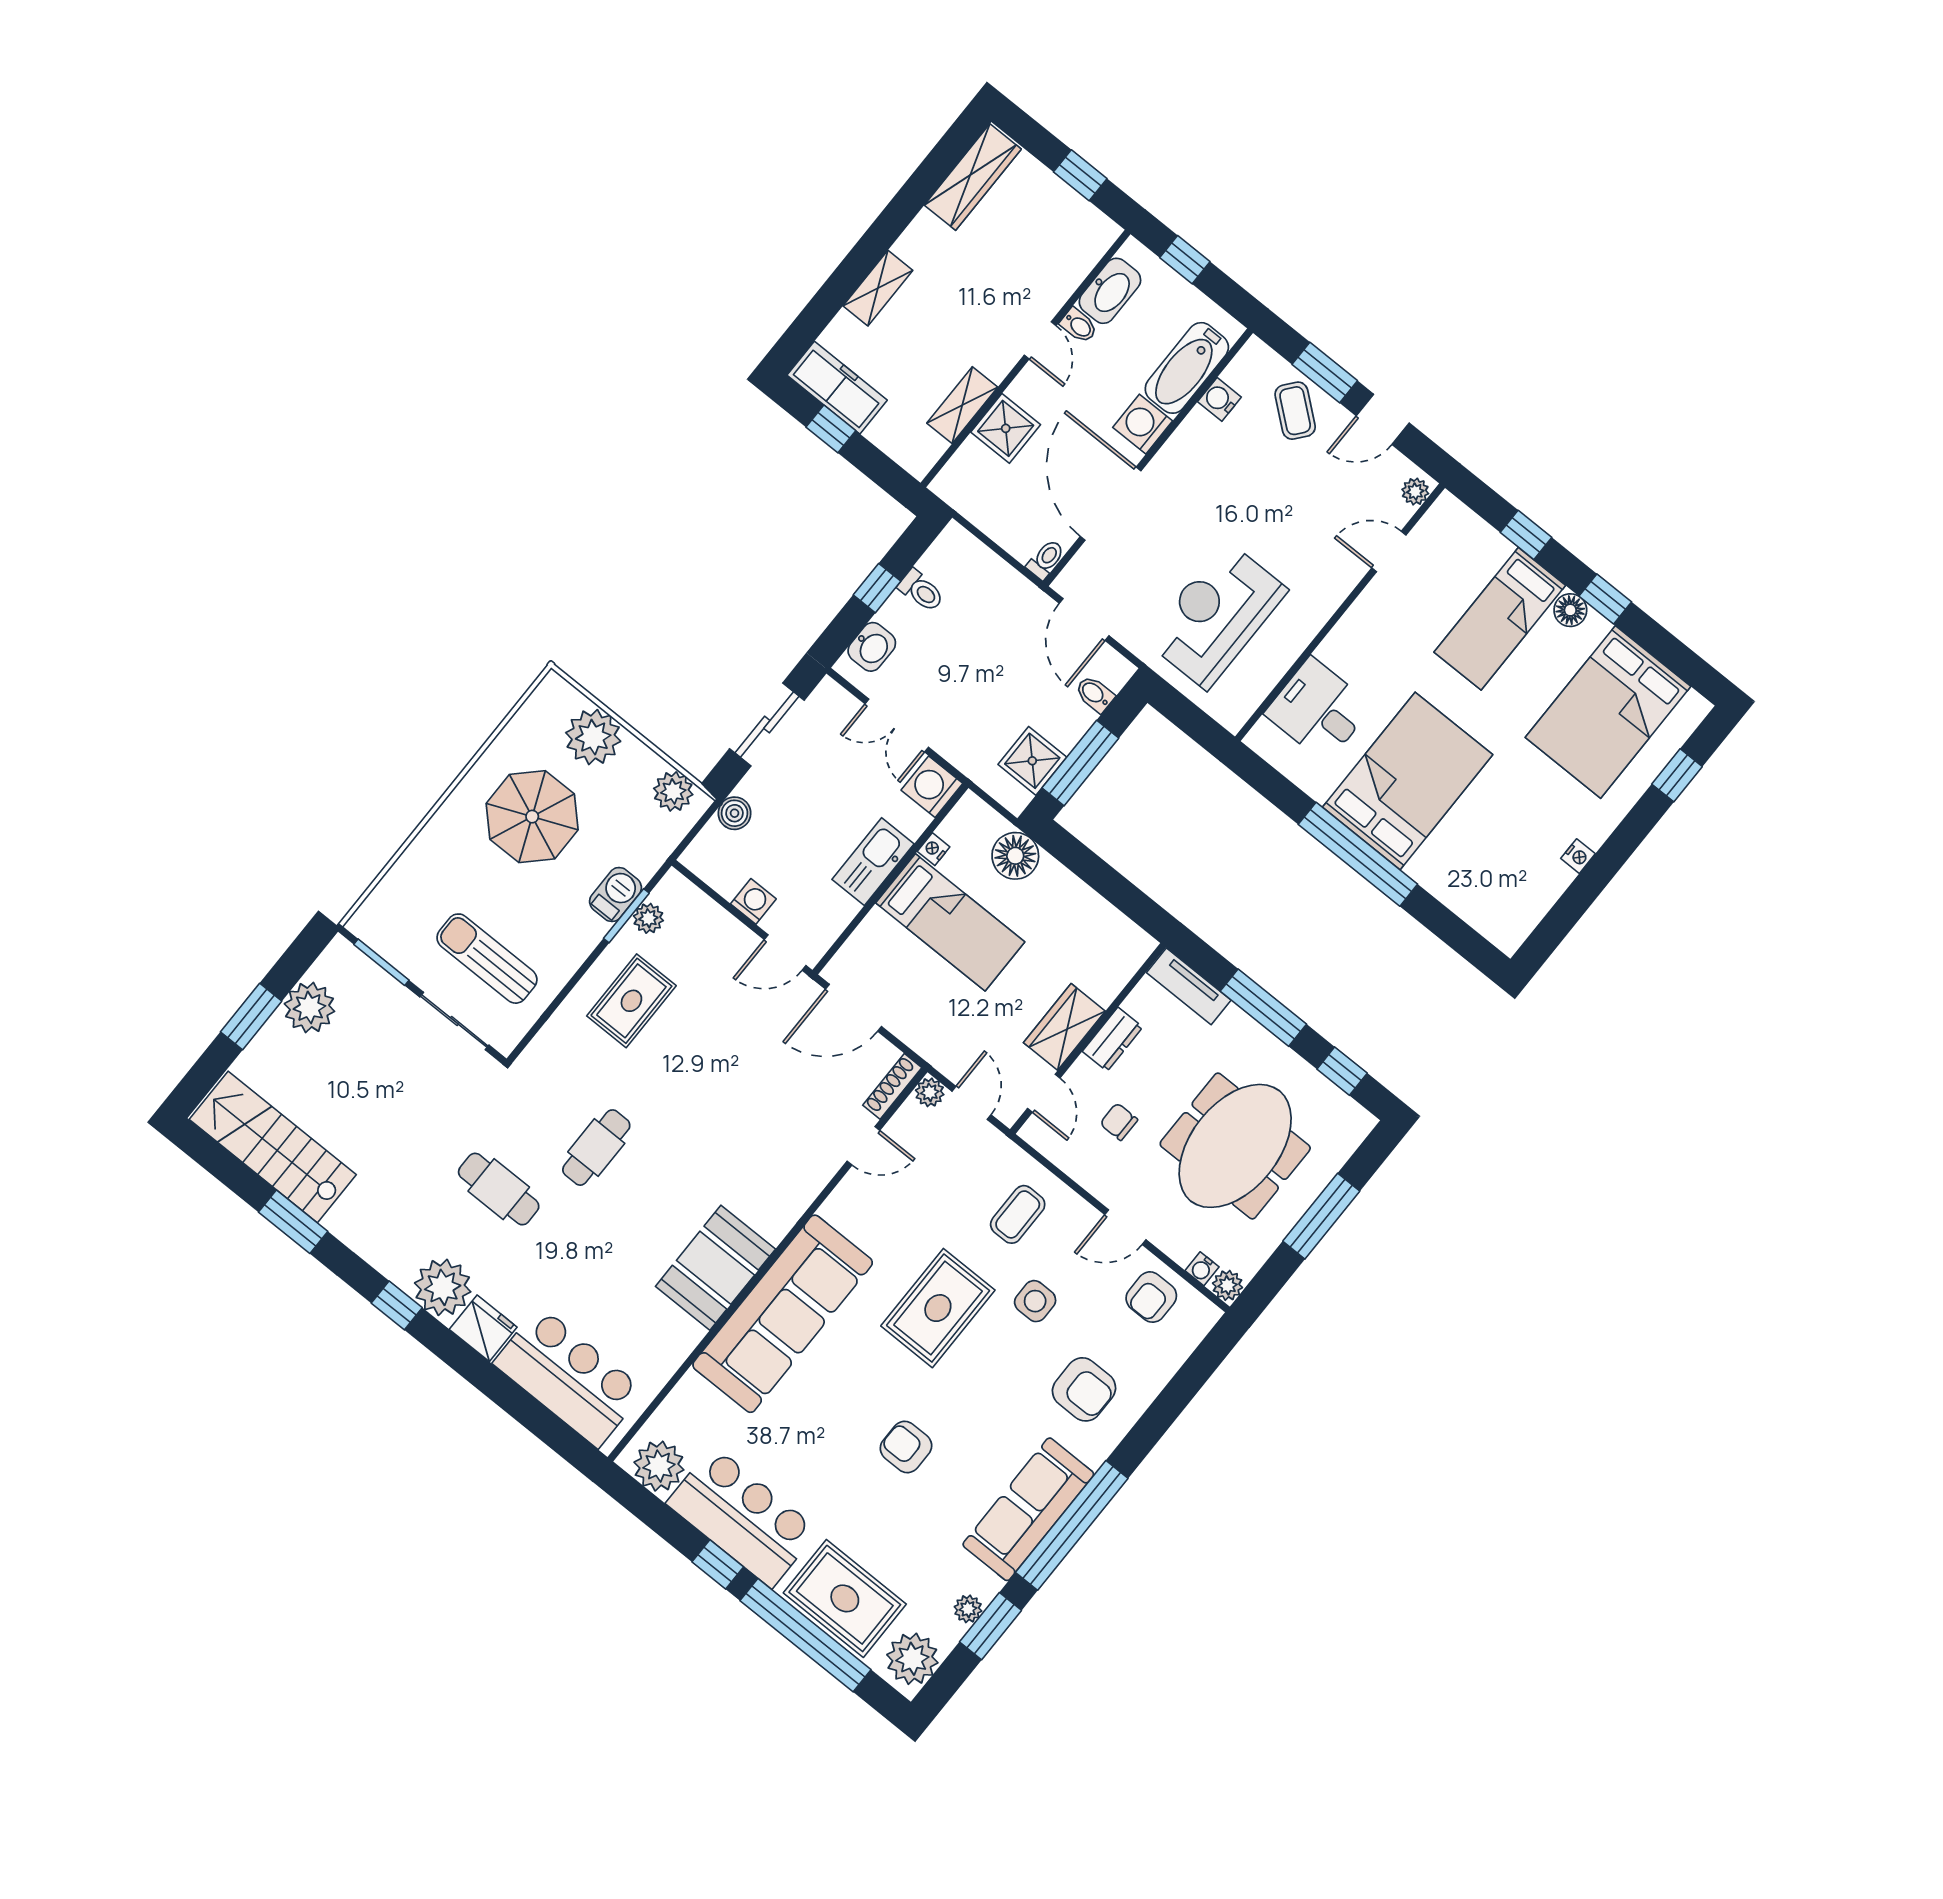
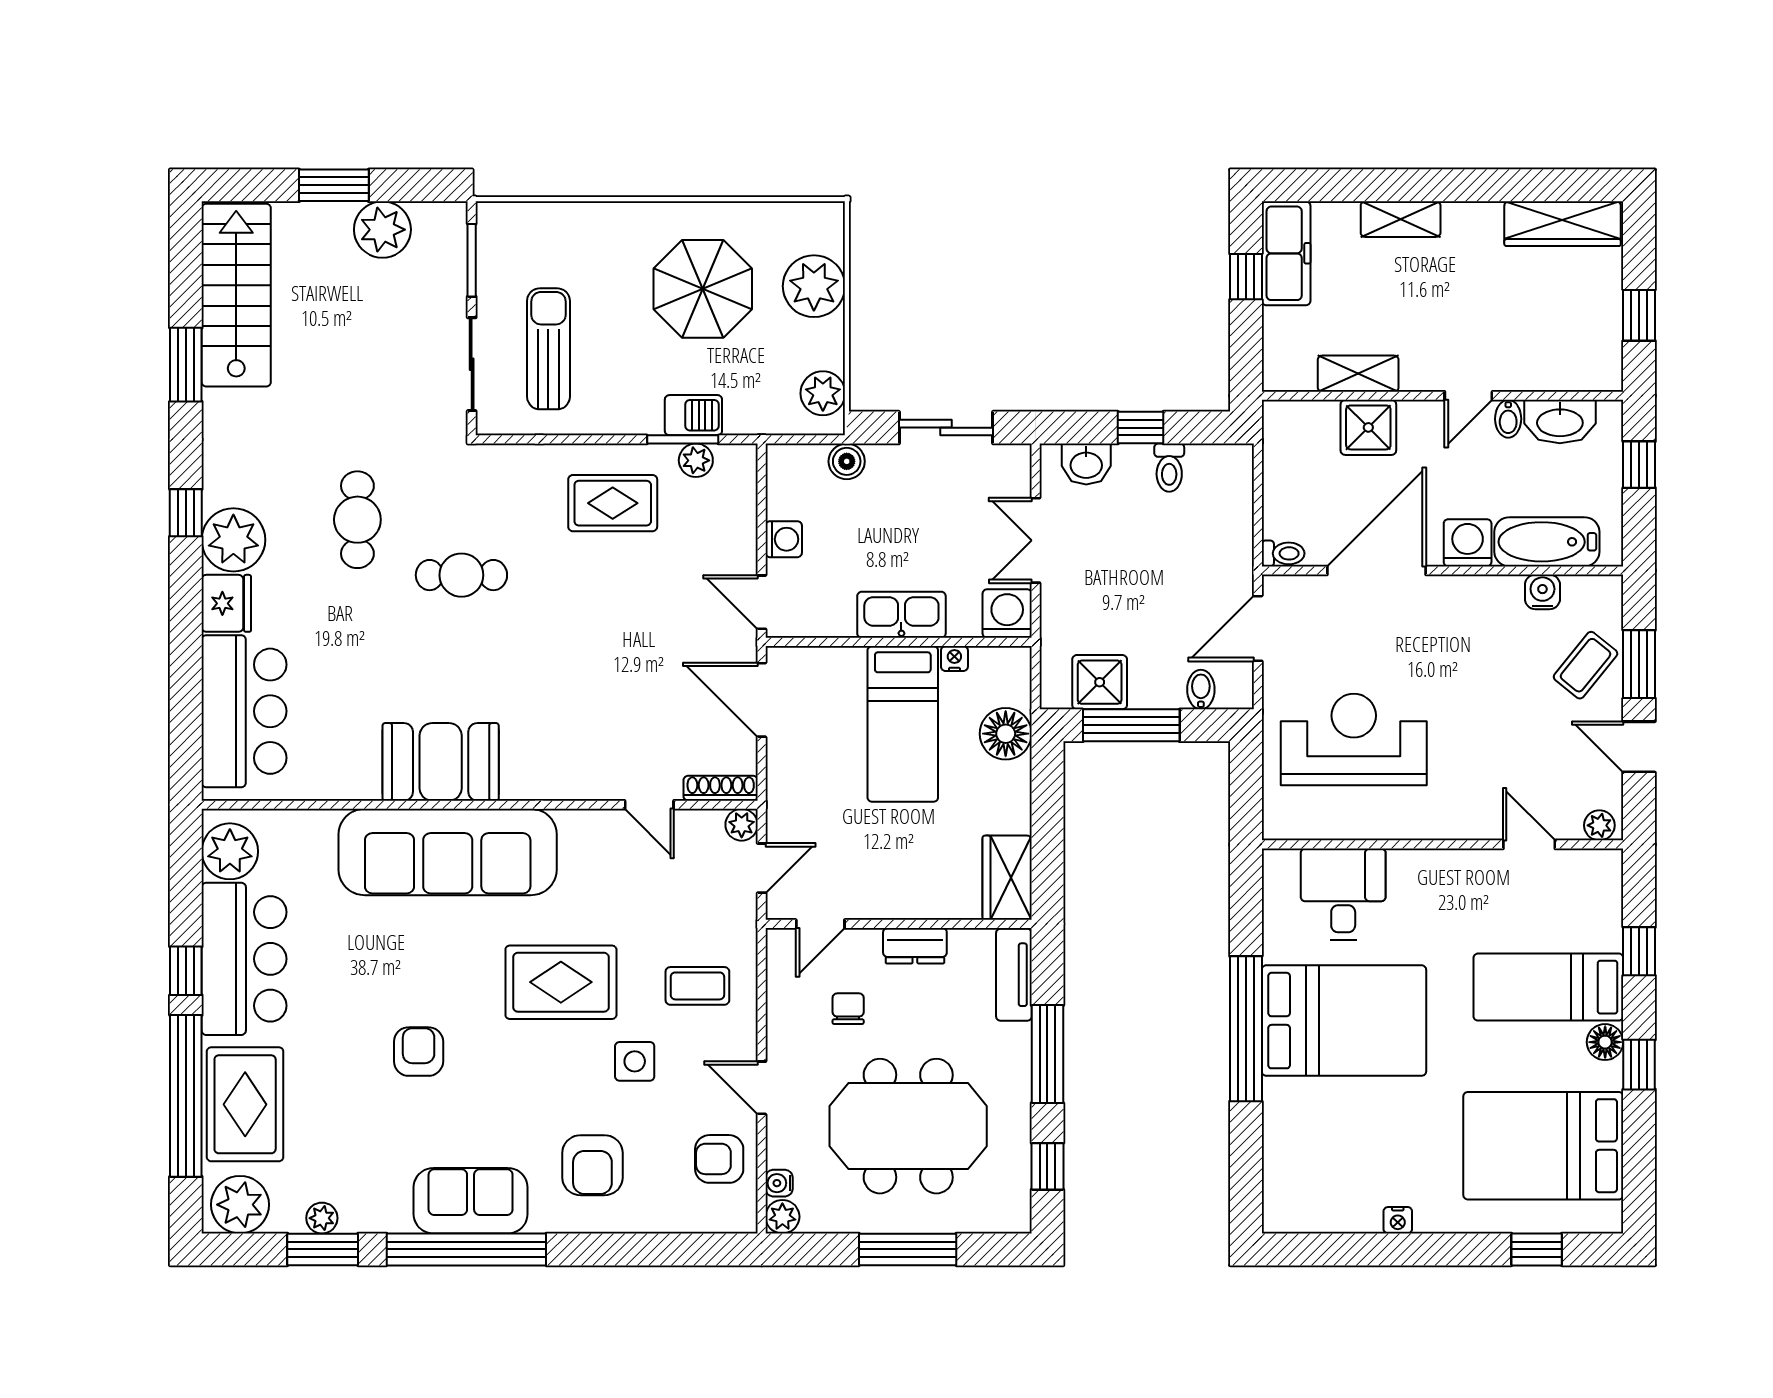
wardrobe: (1064, 1027) -> (1007, 878), moved, turned -90
sofa: (1028, 1509) -> (471, 1201), width x0.73

